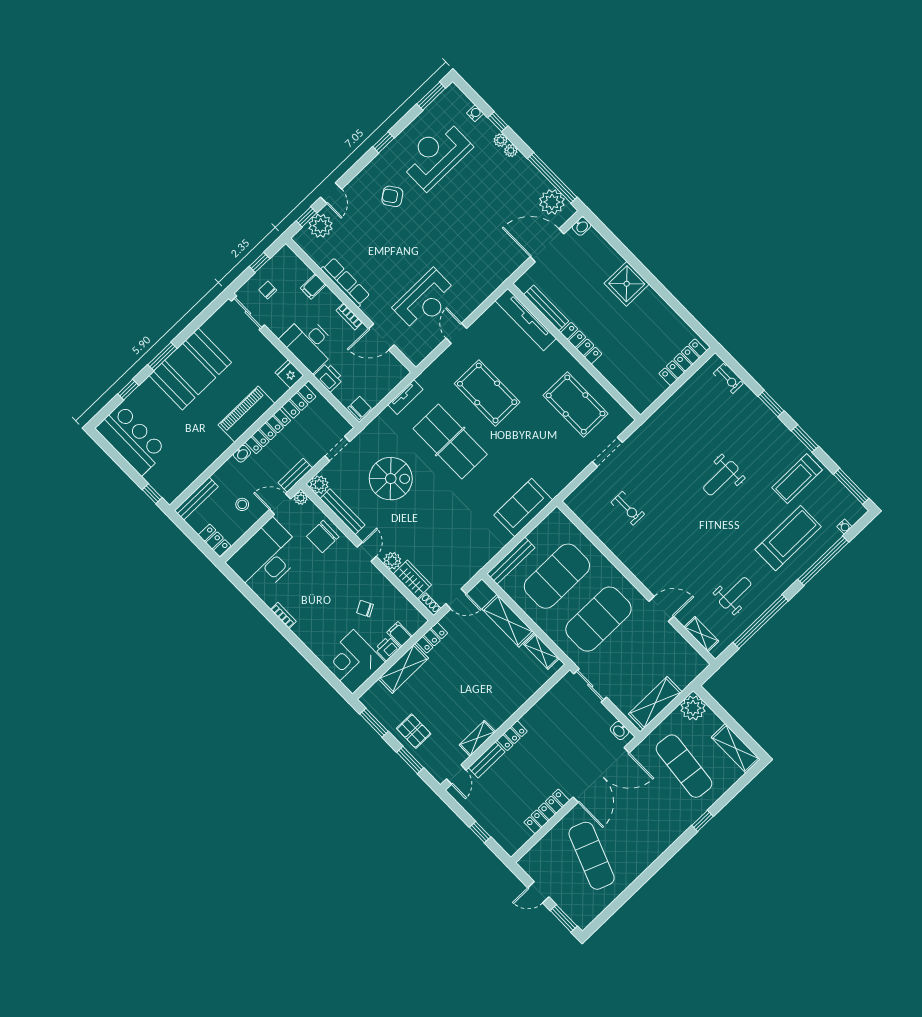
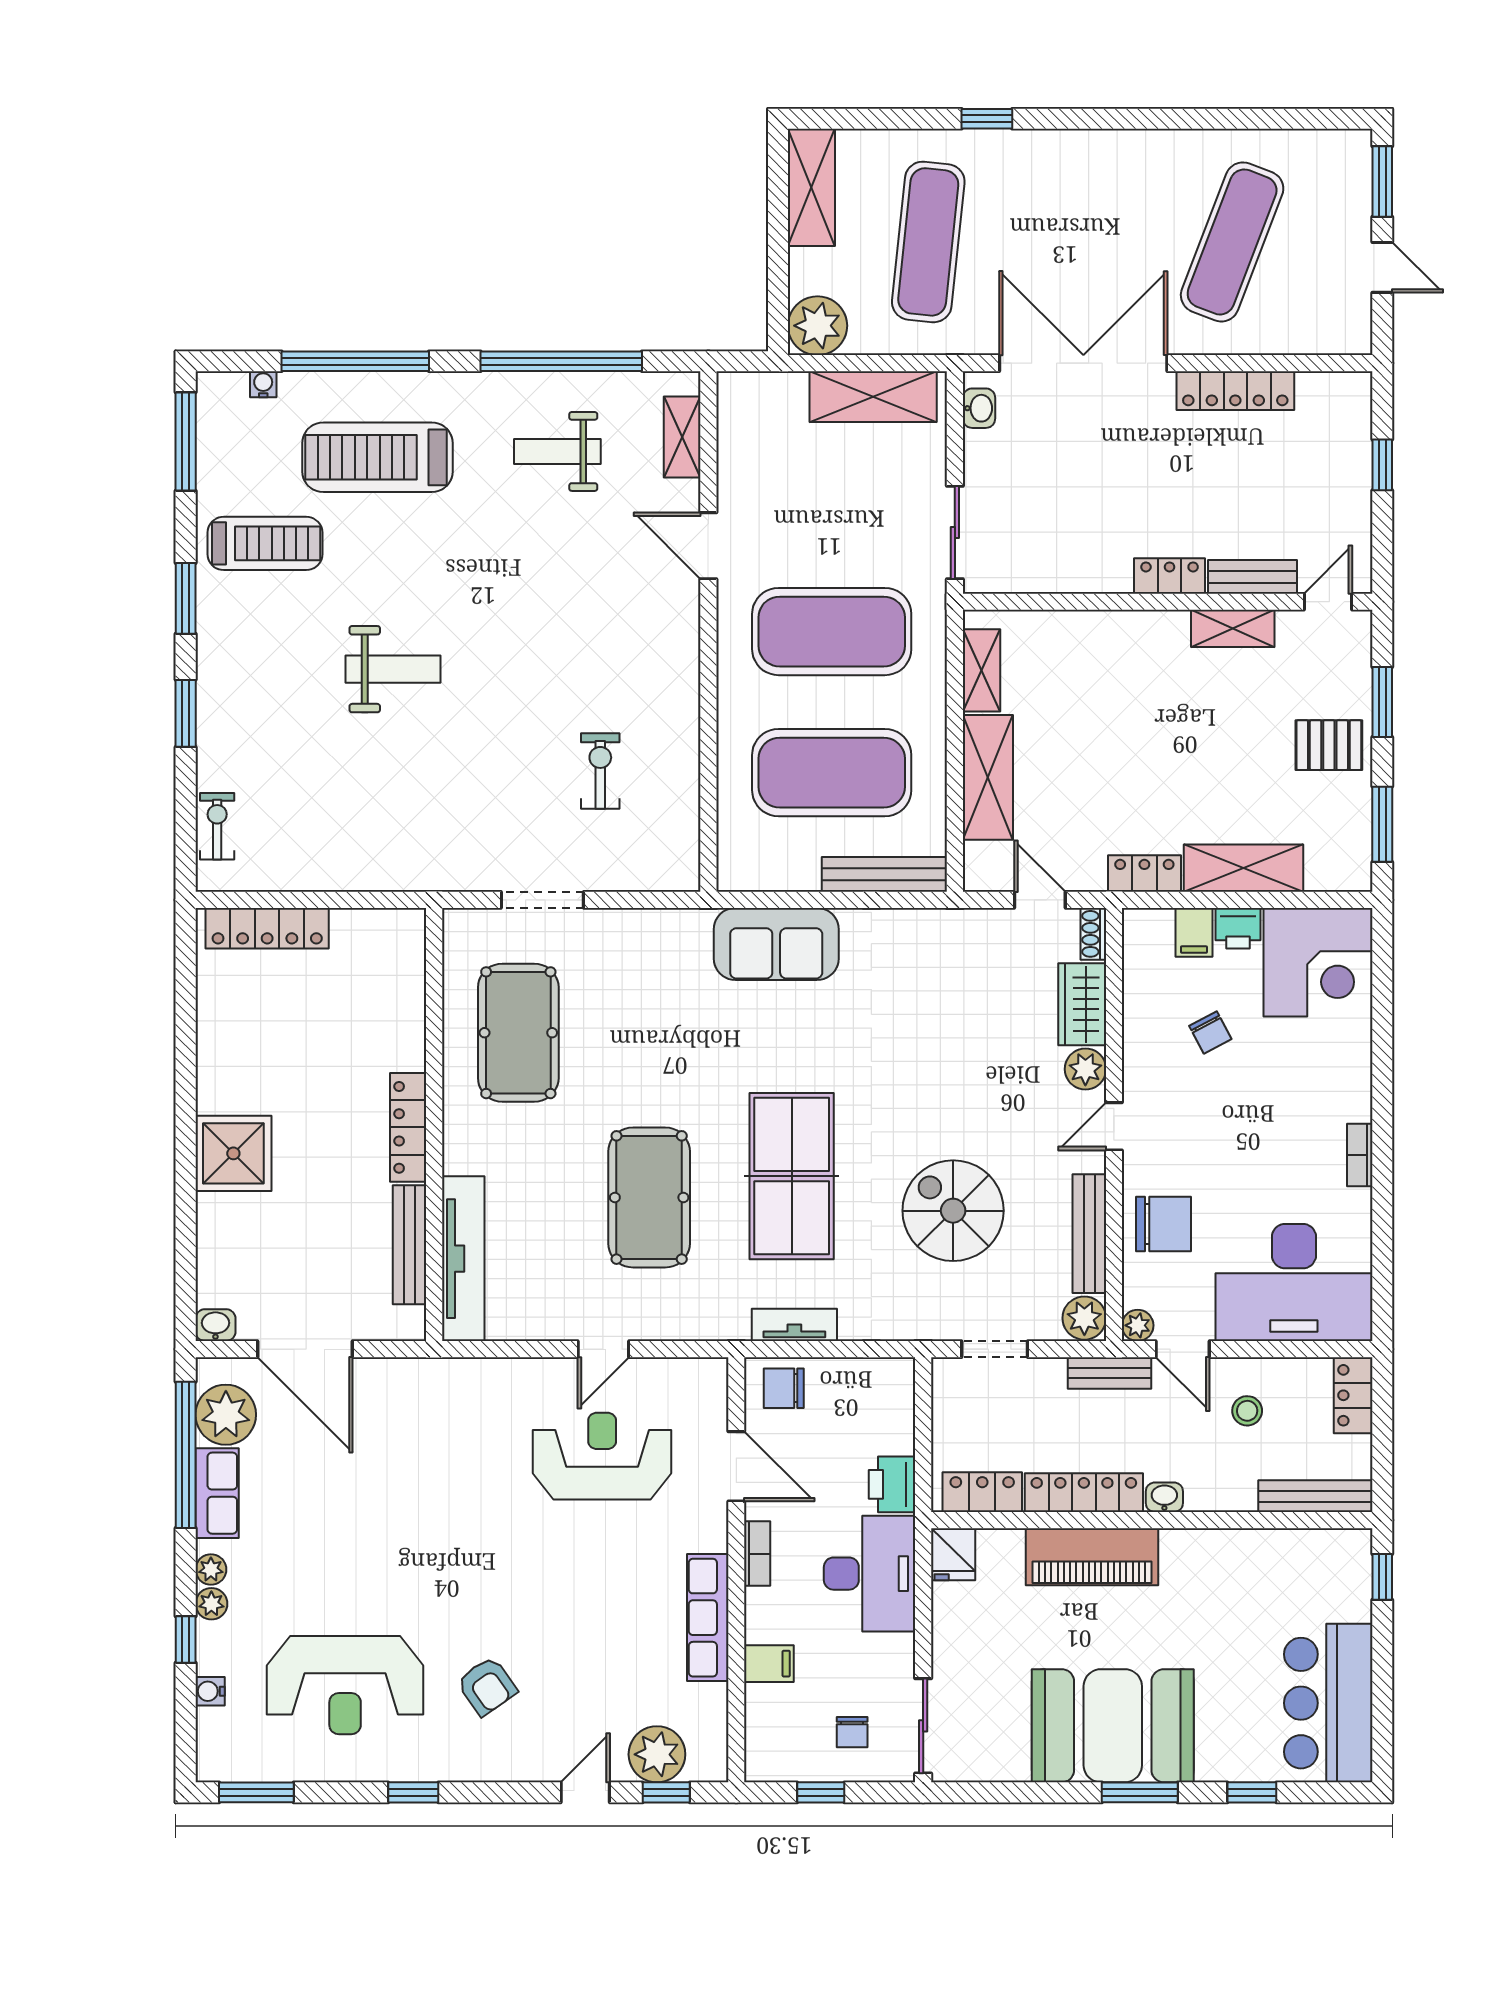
row of seats: (531, 176) -> (217, 1493), added
chair: (360, 408) -> (784, 1388), moved
pallet: (414, 731) -> (1329, 745), turned 90

